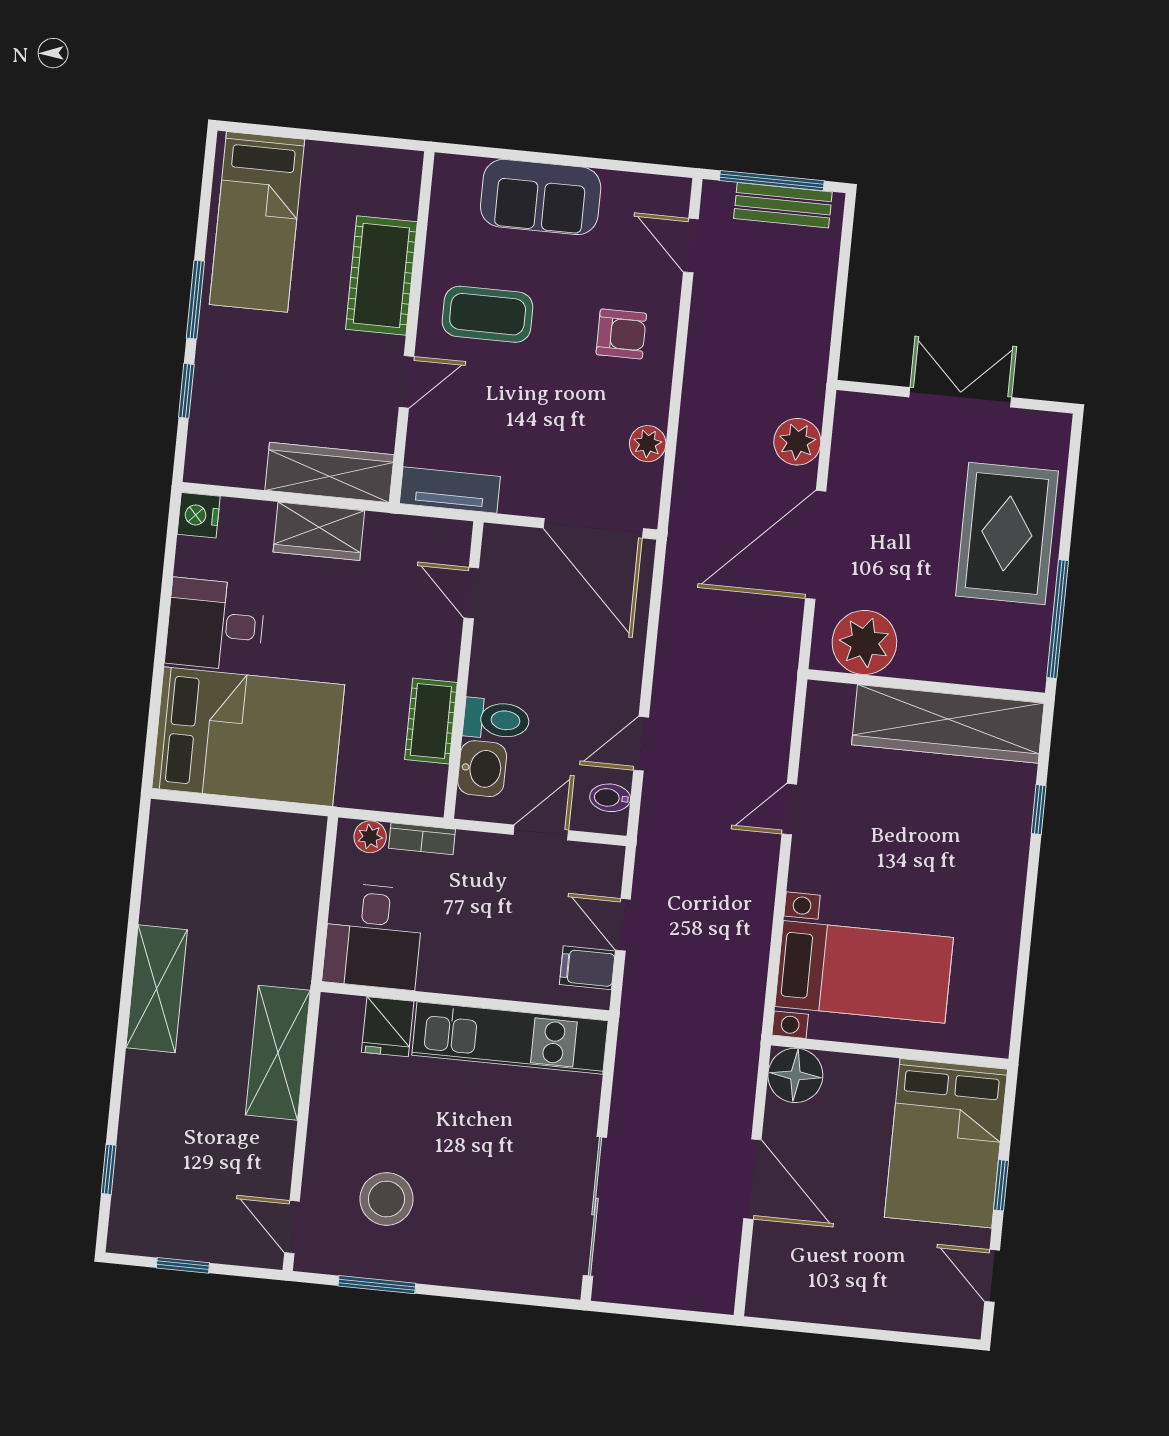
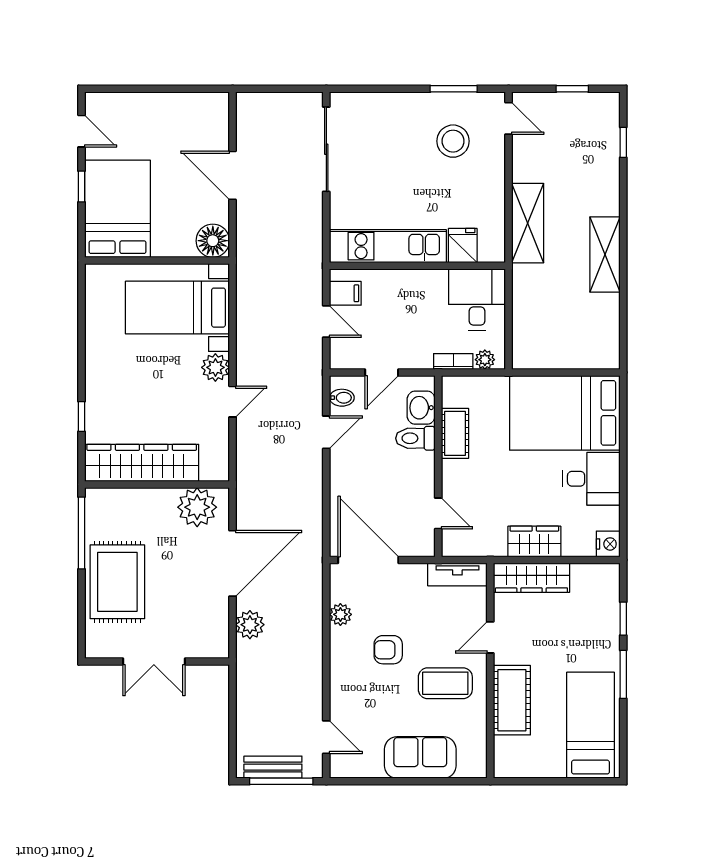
armchair: (621, 334) -> (388, 650), moved
plant: (812, 868) -> (215, 367), added

